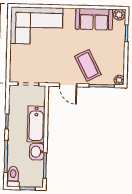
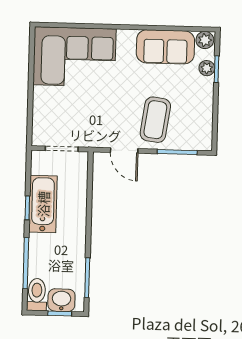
coffee table: (88, 65) -> (155, 120), turned 35
plant: (119, 80) -> (207, 68), moved
bathtub: (36, 124) -> (43, 204), moved, turned 180
washbasin: (37, 152) -> (61, 300), moved, turned 90

